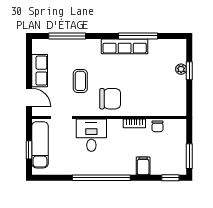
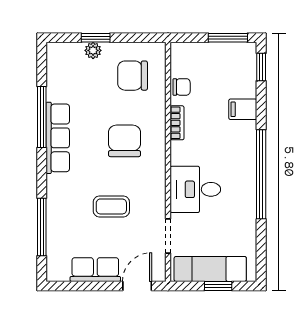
chair: (165, 95) -> (133, 76), added
chair: (110, 99) -> (125, 141), moved

